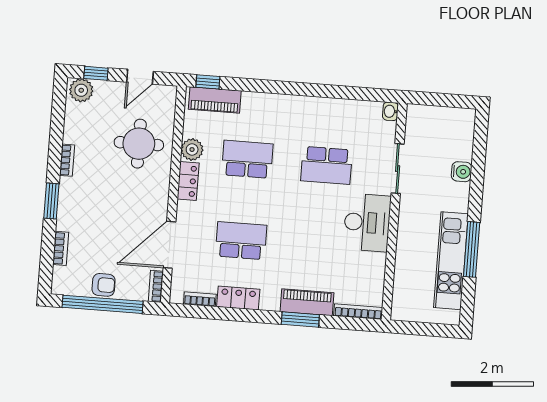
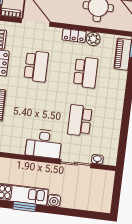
washbasin: (390, 111) -> (97, 159), moved
water cooler: (462, 172) -> (54, 200), moved
window: (472, 249) -> (24, 207), width x0.69

